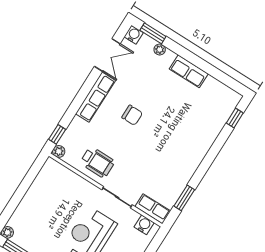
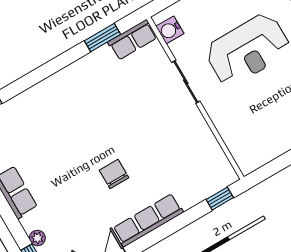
plant: (59, 151) -> (229, 176), removed
wheelchair: (97, 162) -> (188, 138), removed
row of seats: (153, 209) -> (132, 40), moved, turned -90

